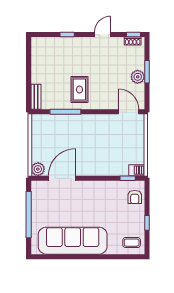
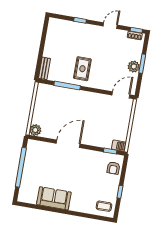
door: (129, 112) -> (121, 95), hinge flipped
door: (62, 178) -> (68, 144), moved
sofa: (73, 241) -> (54, 198), width x0.54, depth x0.79

